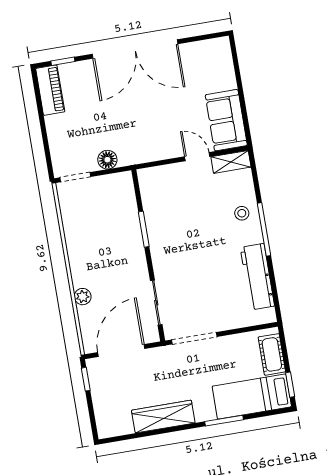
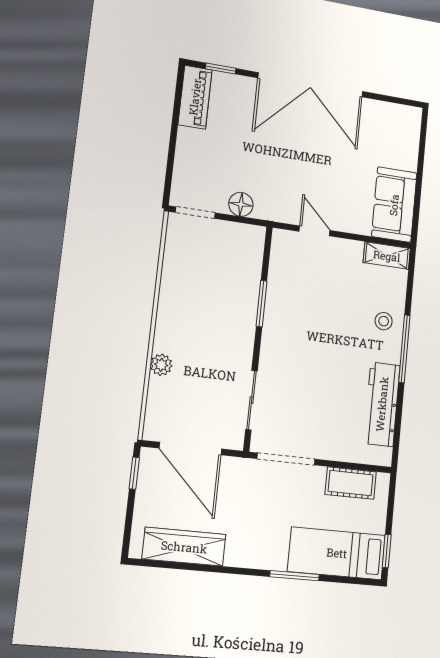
door: (197, 157) -> (315, 231), moved
door: (121, 351) -> (191, 449), swing flipped
cot: (272, 354) -> (351, 483), moved, turned 90
wardrobe: (163, 417) -> (184, 547), moved

